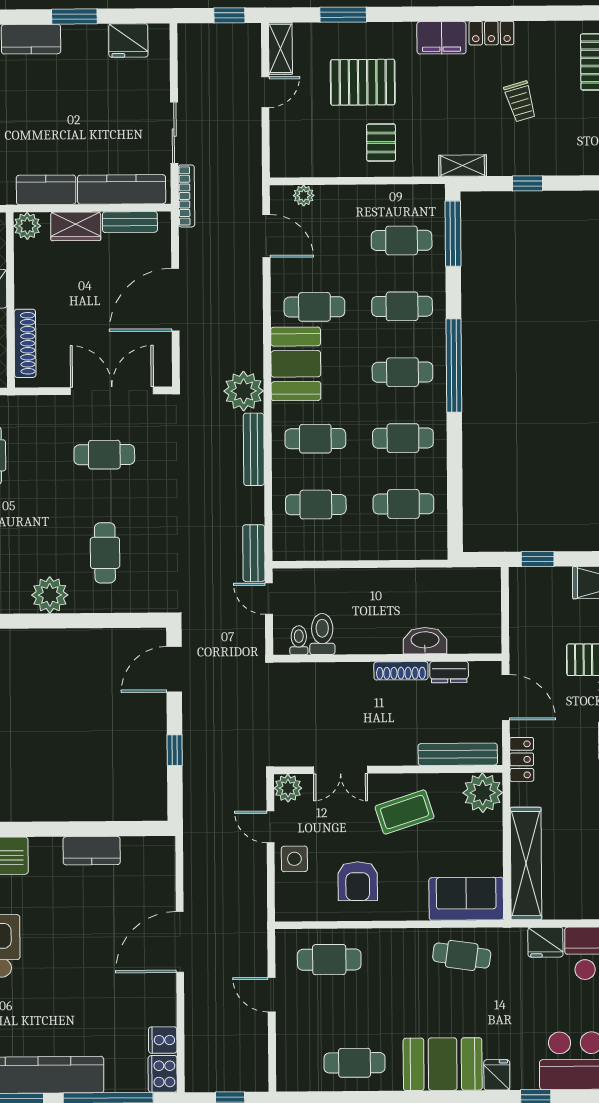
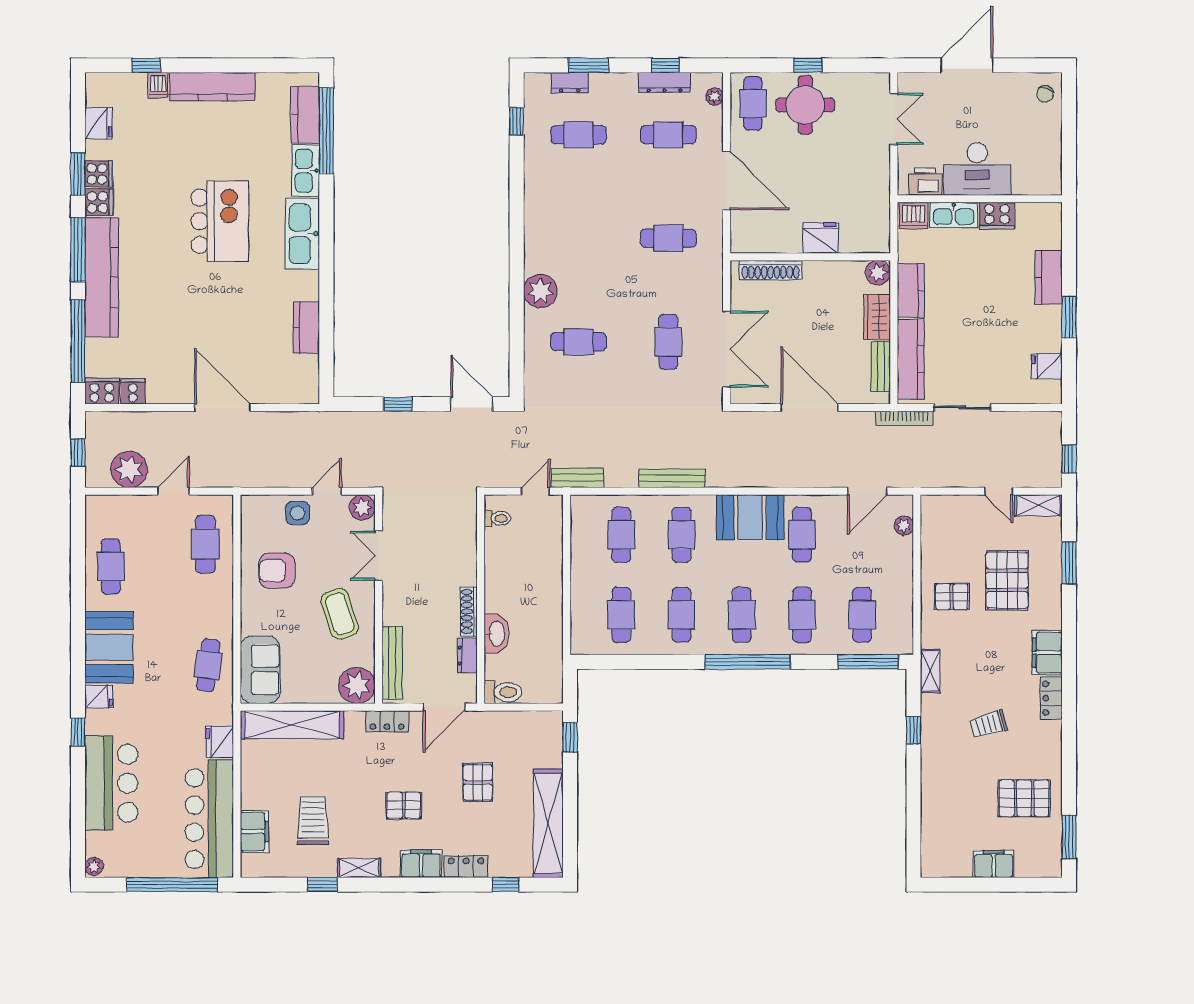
fridge: (128, 40) -> (1047, 366), width x0.72
plant: (244, 391) -> (129, 469), moved
toilet: (322, 634) -> (503, 692), moved

